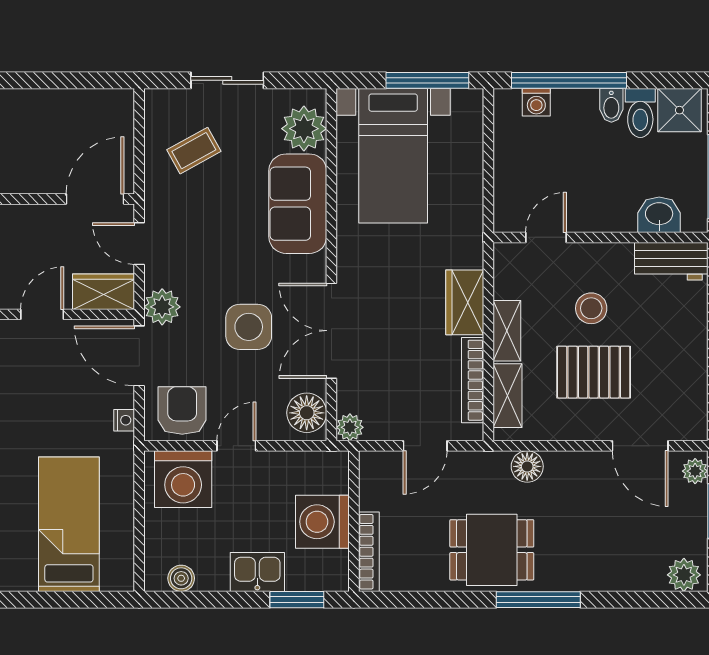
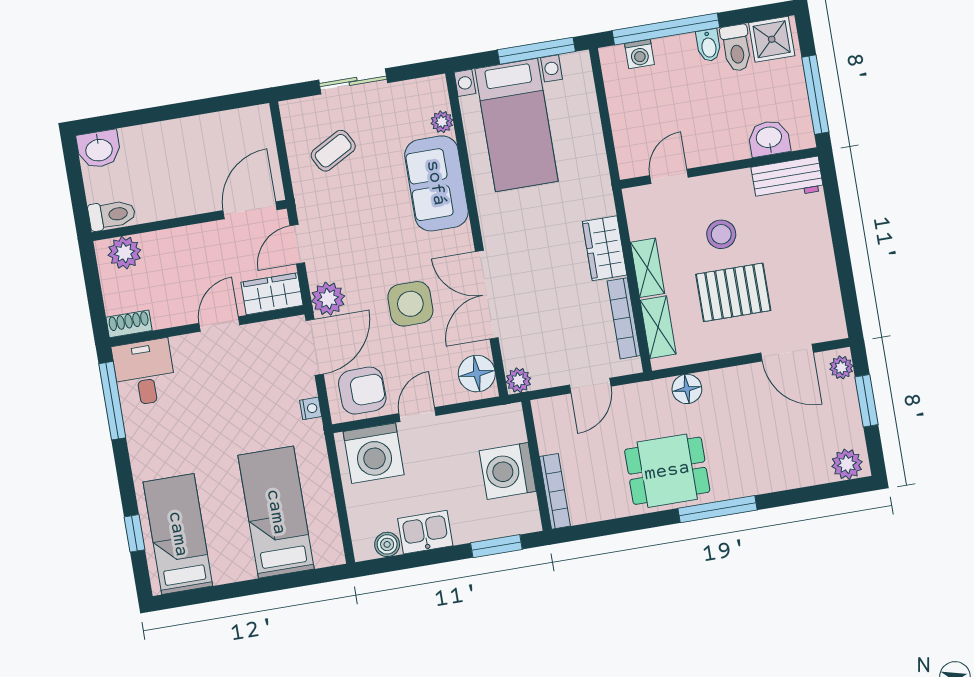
plant: (304, 129) -> (442, 122), width x0.53, depth x0.53
door: (139, 244) -> (297, 244), hinge flipped
door: (139, 356) -> (315, 347), swing flipped
armchair: (182, 411) -> (362, 391), turned 89
kitchen sink: (257, 572) -> (425, 532), moved

